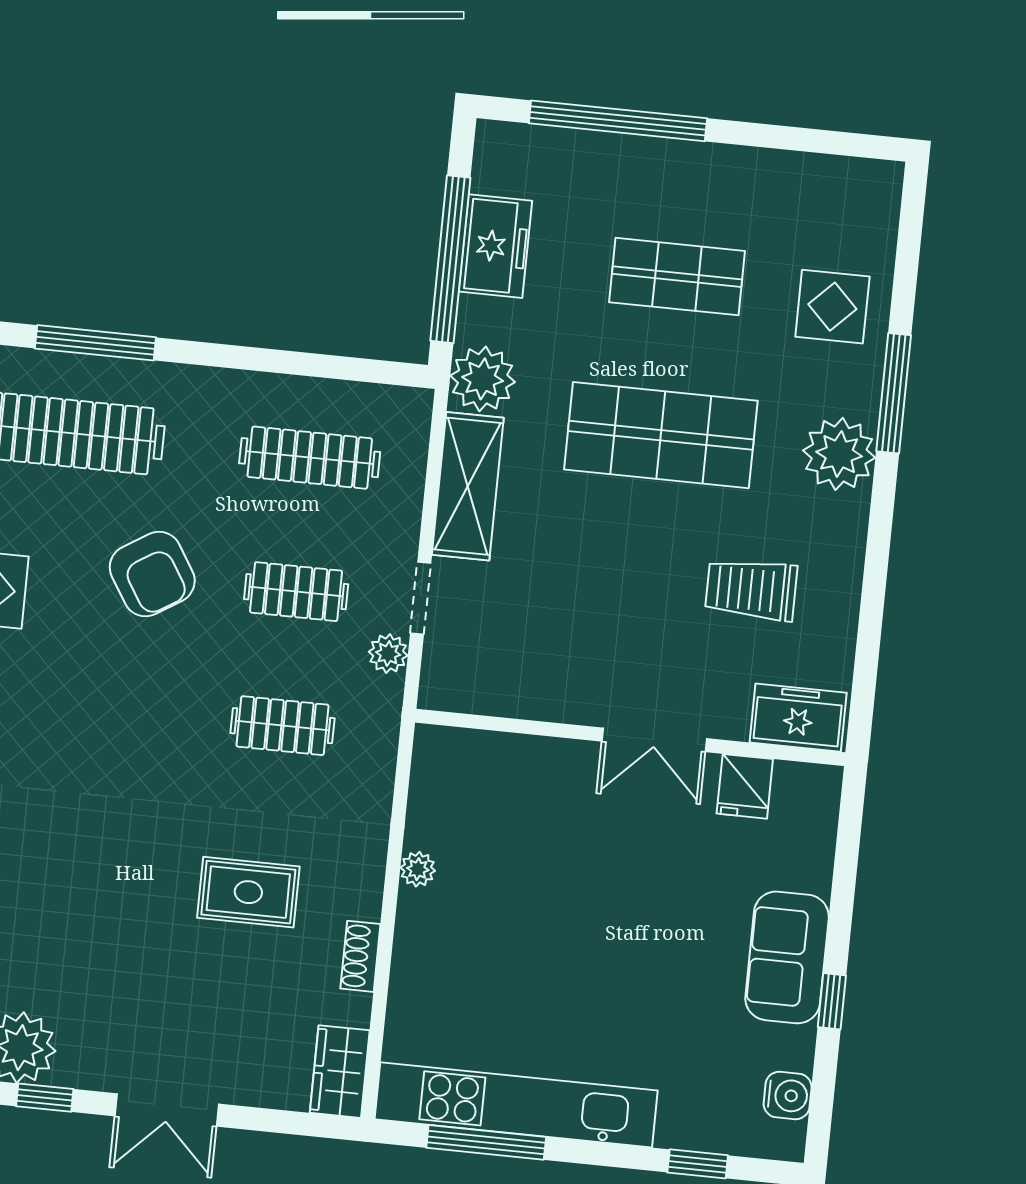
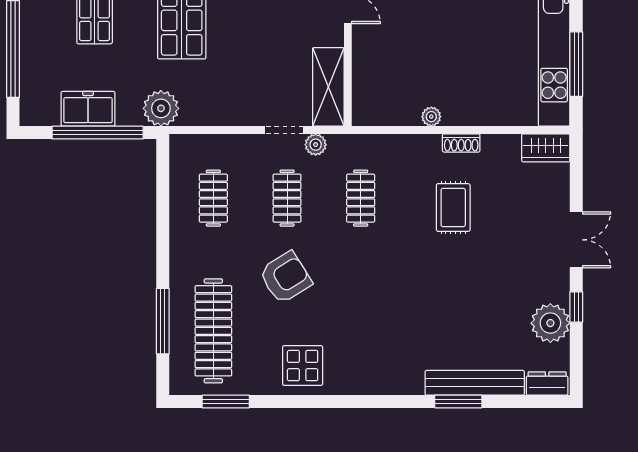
clothes rail: (310, 458) -> (213, 198), width x0.73
shelving: (468, 486) -> (328, 87), moved, turned 90
shoe rack: (360, 956) -> (461, 143), moved

